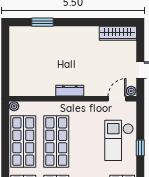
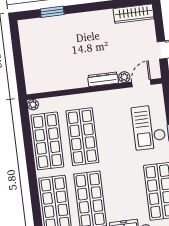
dresser: (70, 91) -> (103, 79), moved
plant: (131, 91) -> (124, 77), moved

